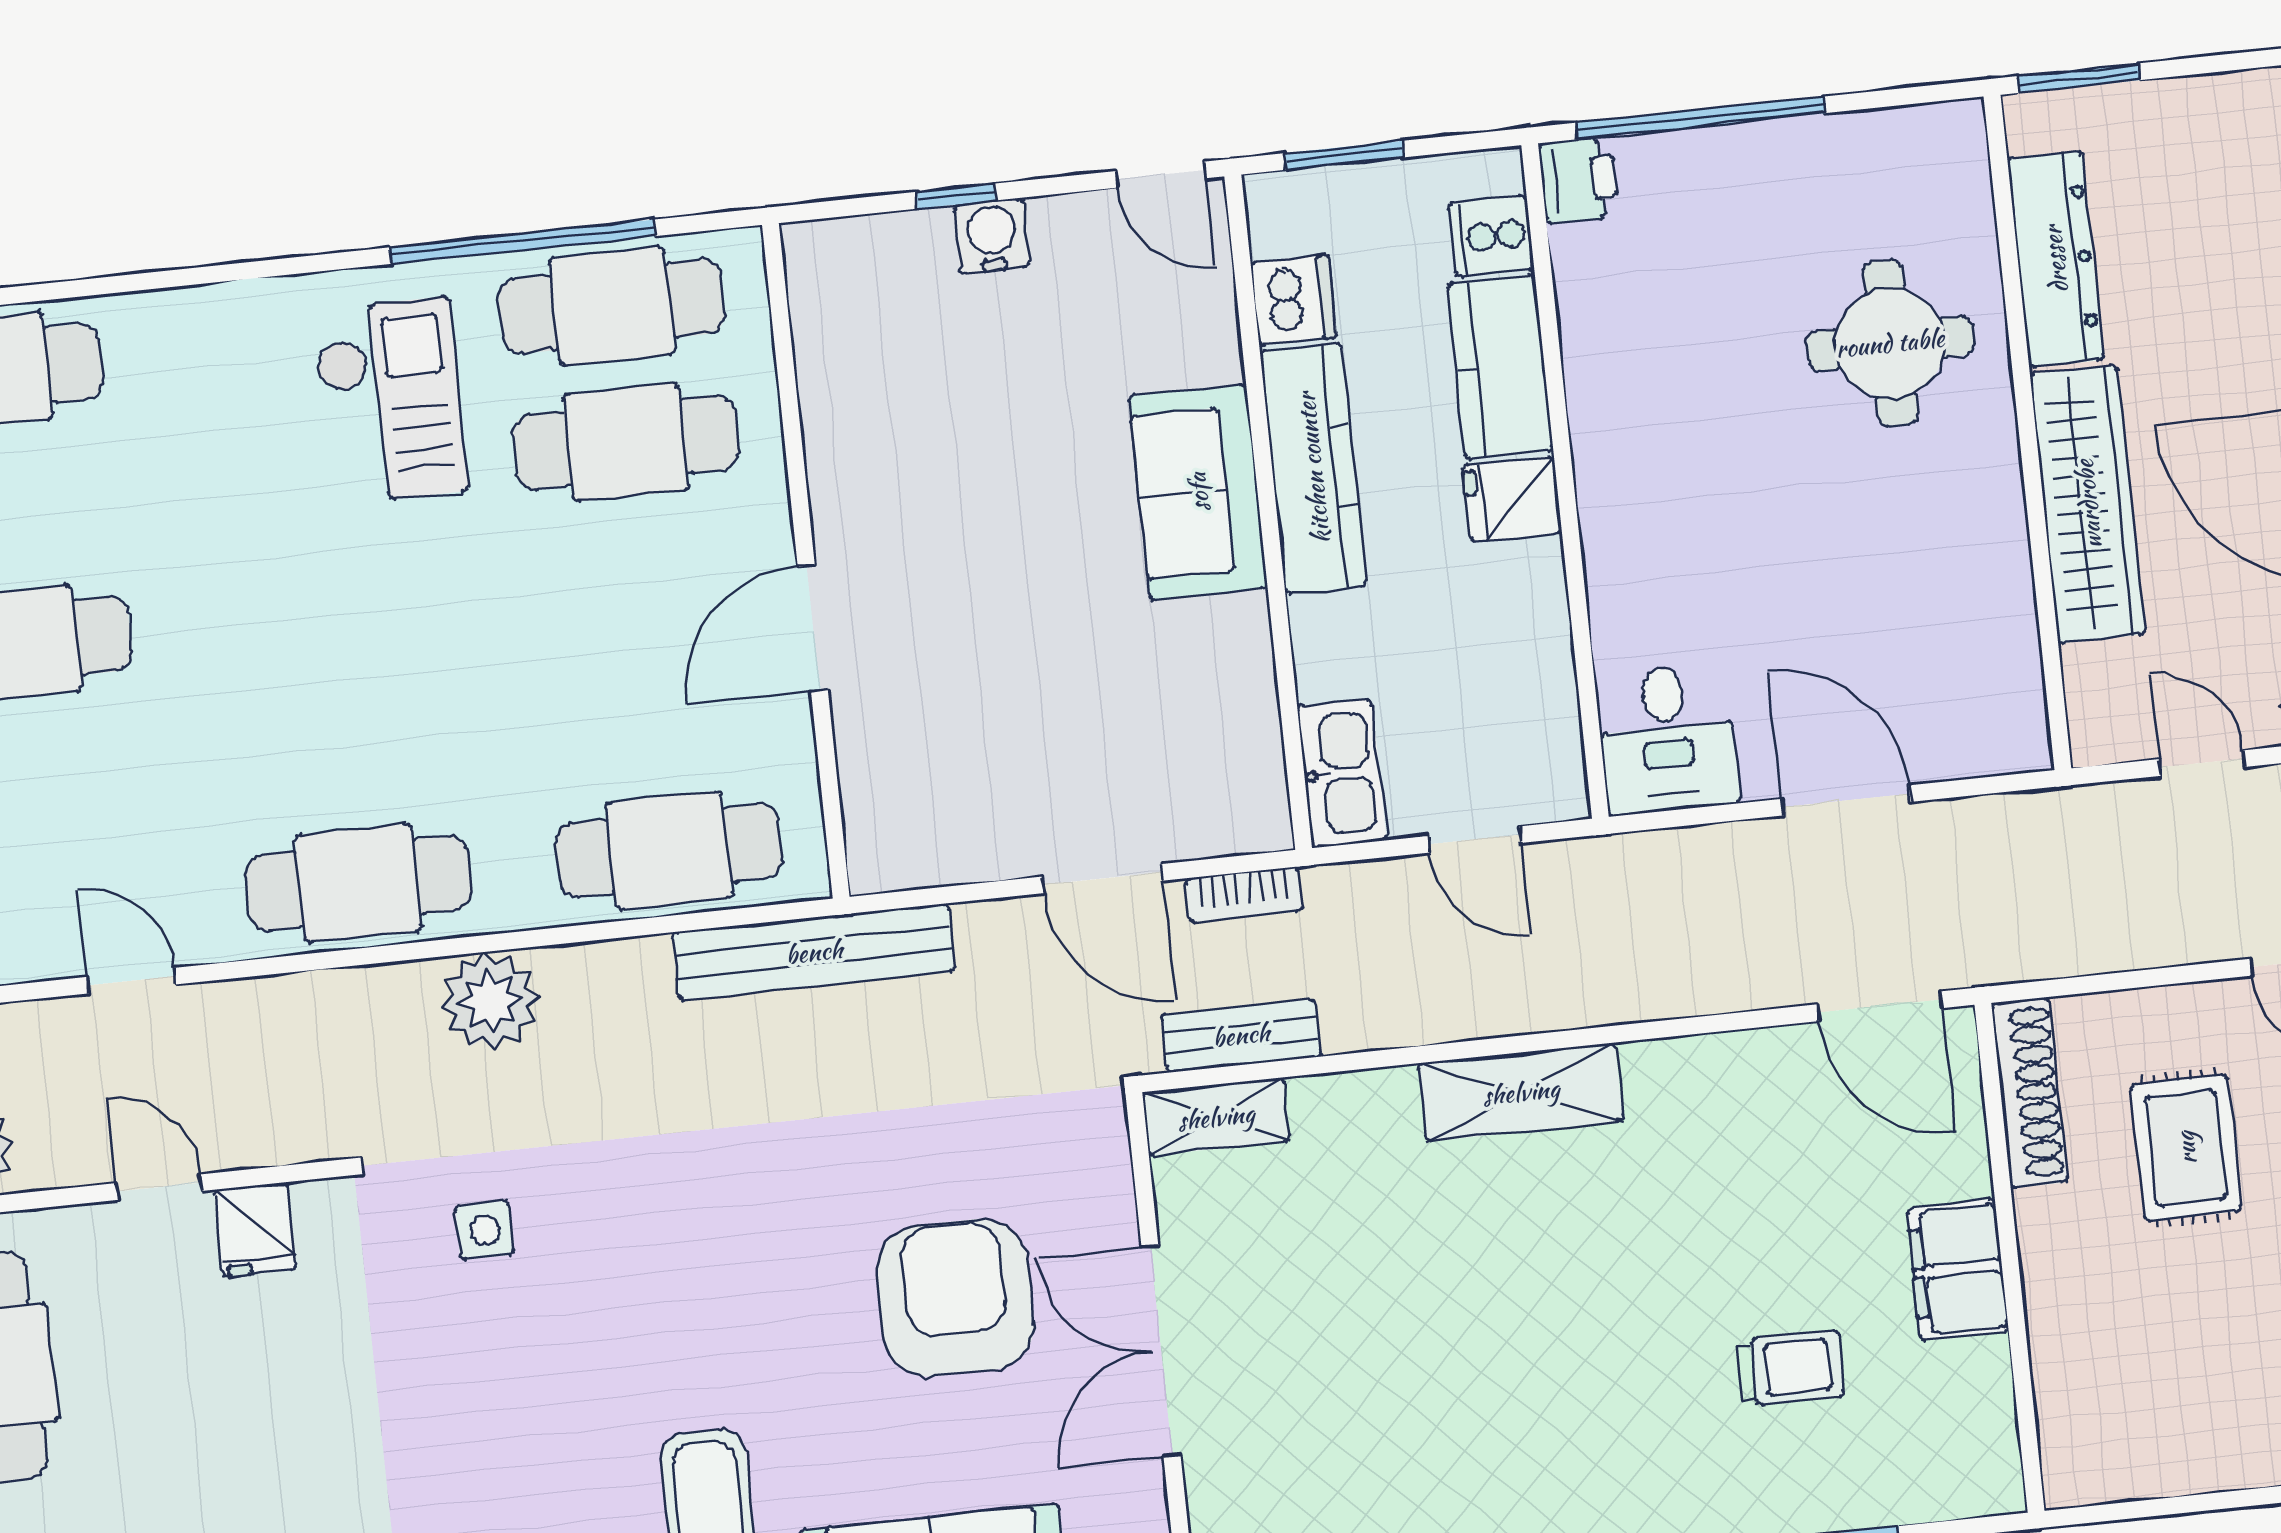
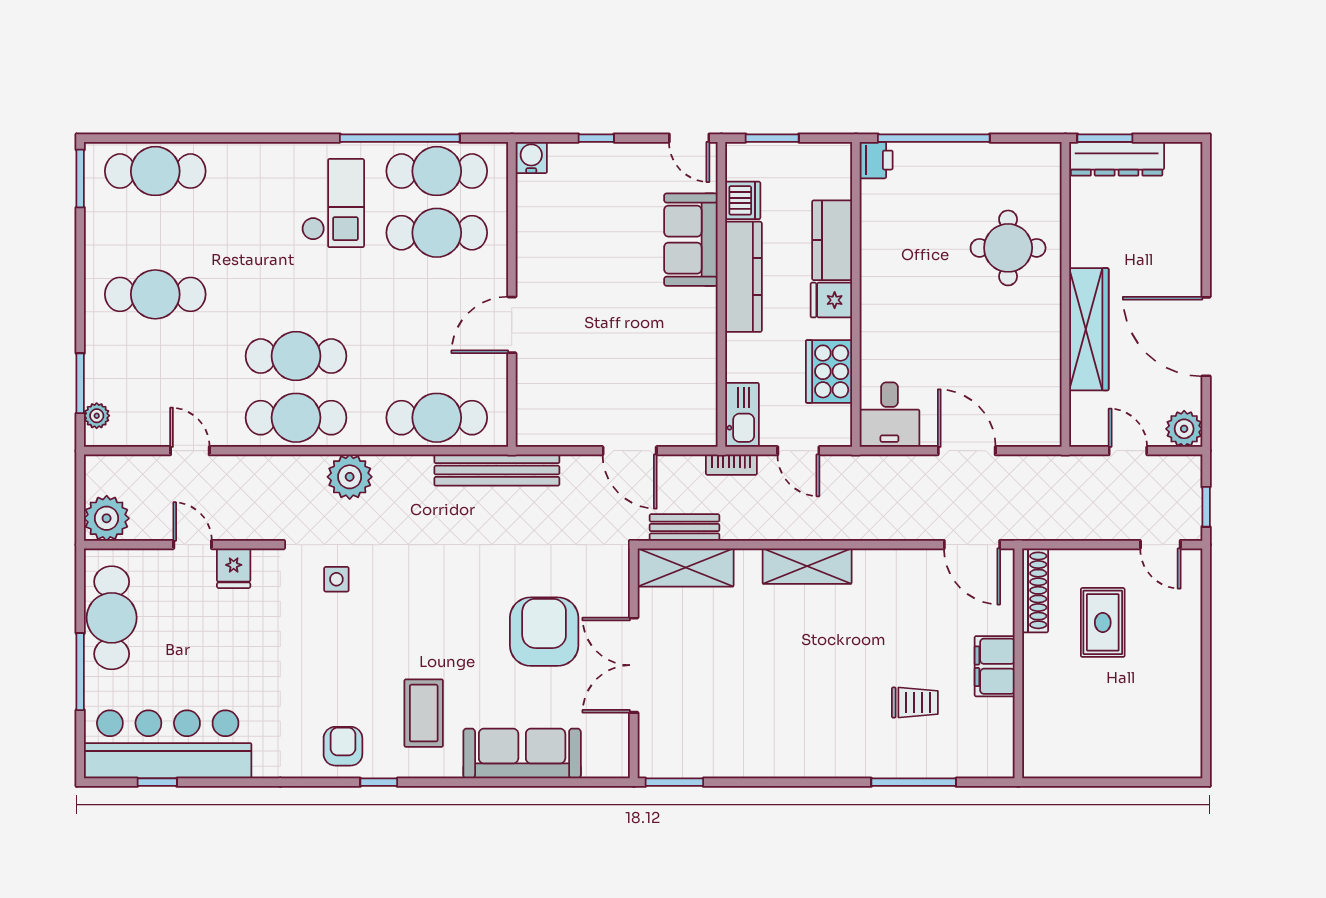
water cooler: (992, 236) -> (531, 157), moved
cooker: (1491, 236) -> (829, 371), moved, width x1.87, depth x1.31
dresser: (2055, 259) -> (1117, 159), moved, turned 90
sofa: (1198, 492) -> (691, 240), moved
cafe table: (344, 747) -> (296, 356), added
bookcase: (1244, 895) -> (731, 465), moved
shelving: (1216, 1117) -> (686, 568), width x1.50, depth x1.33

